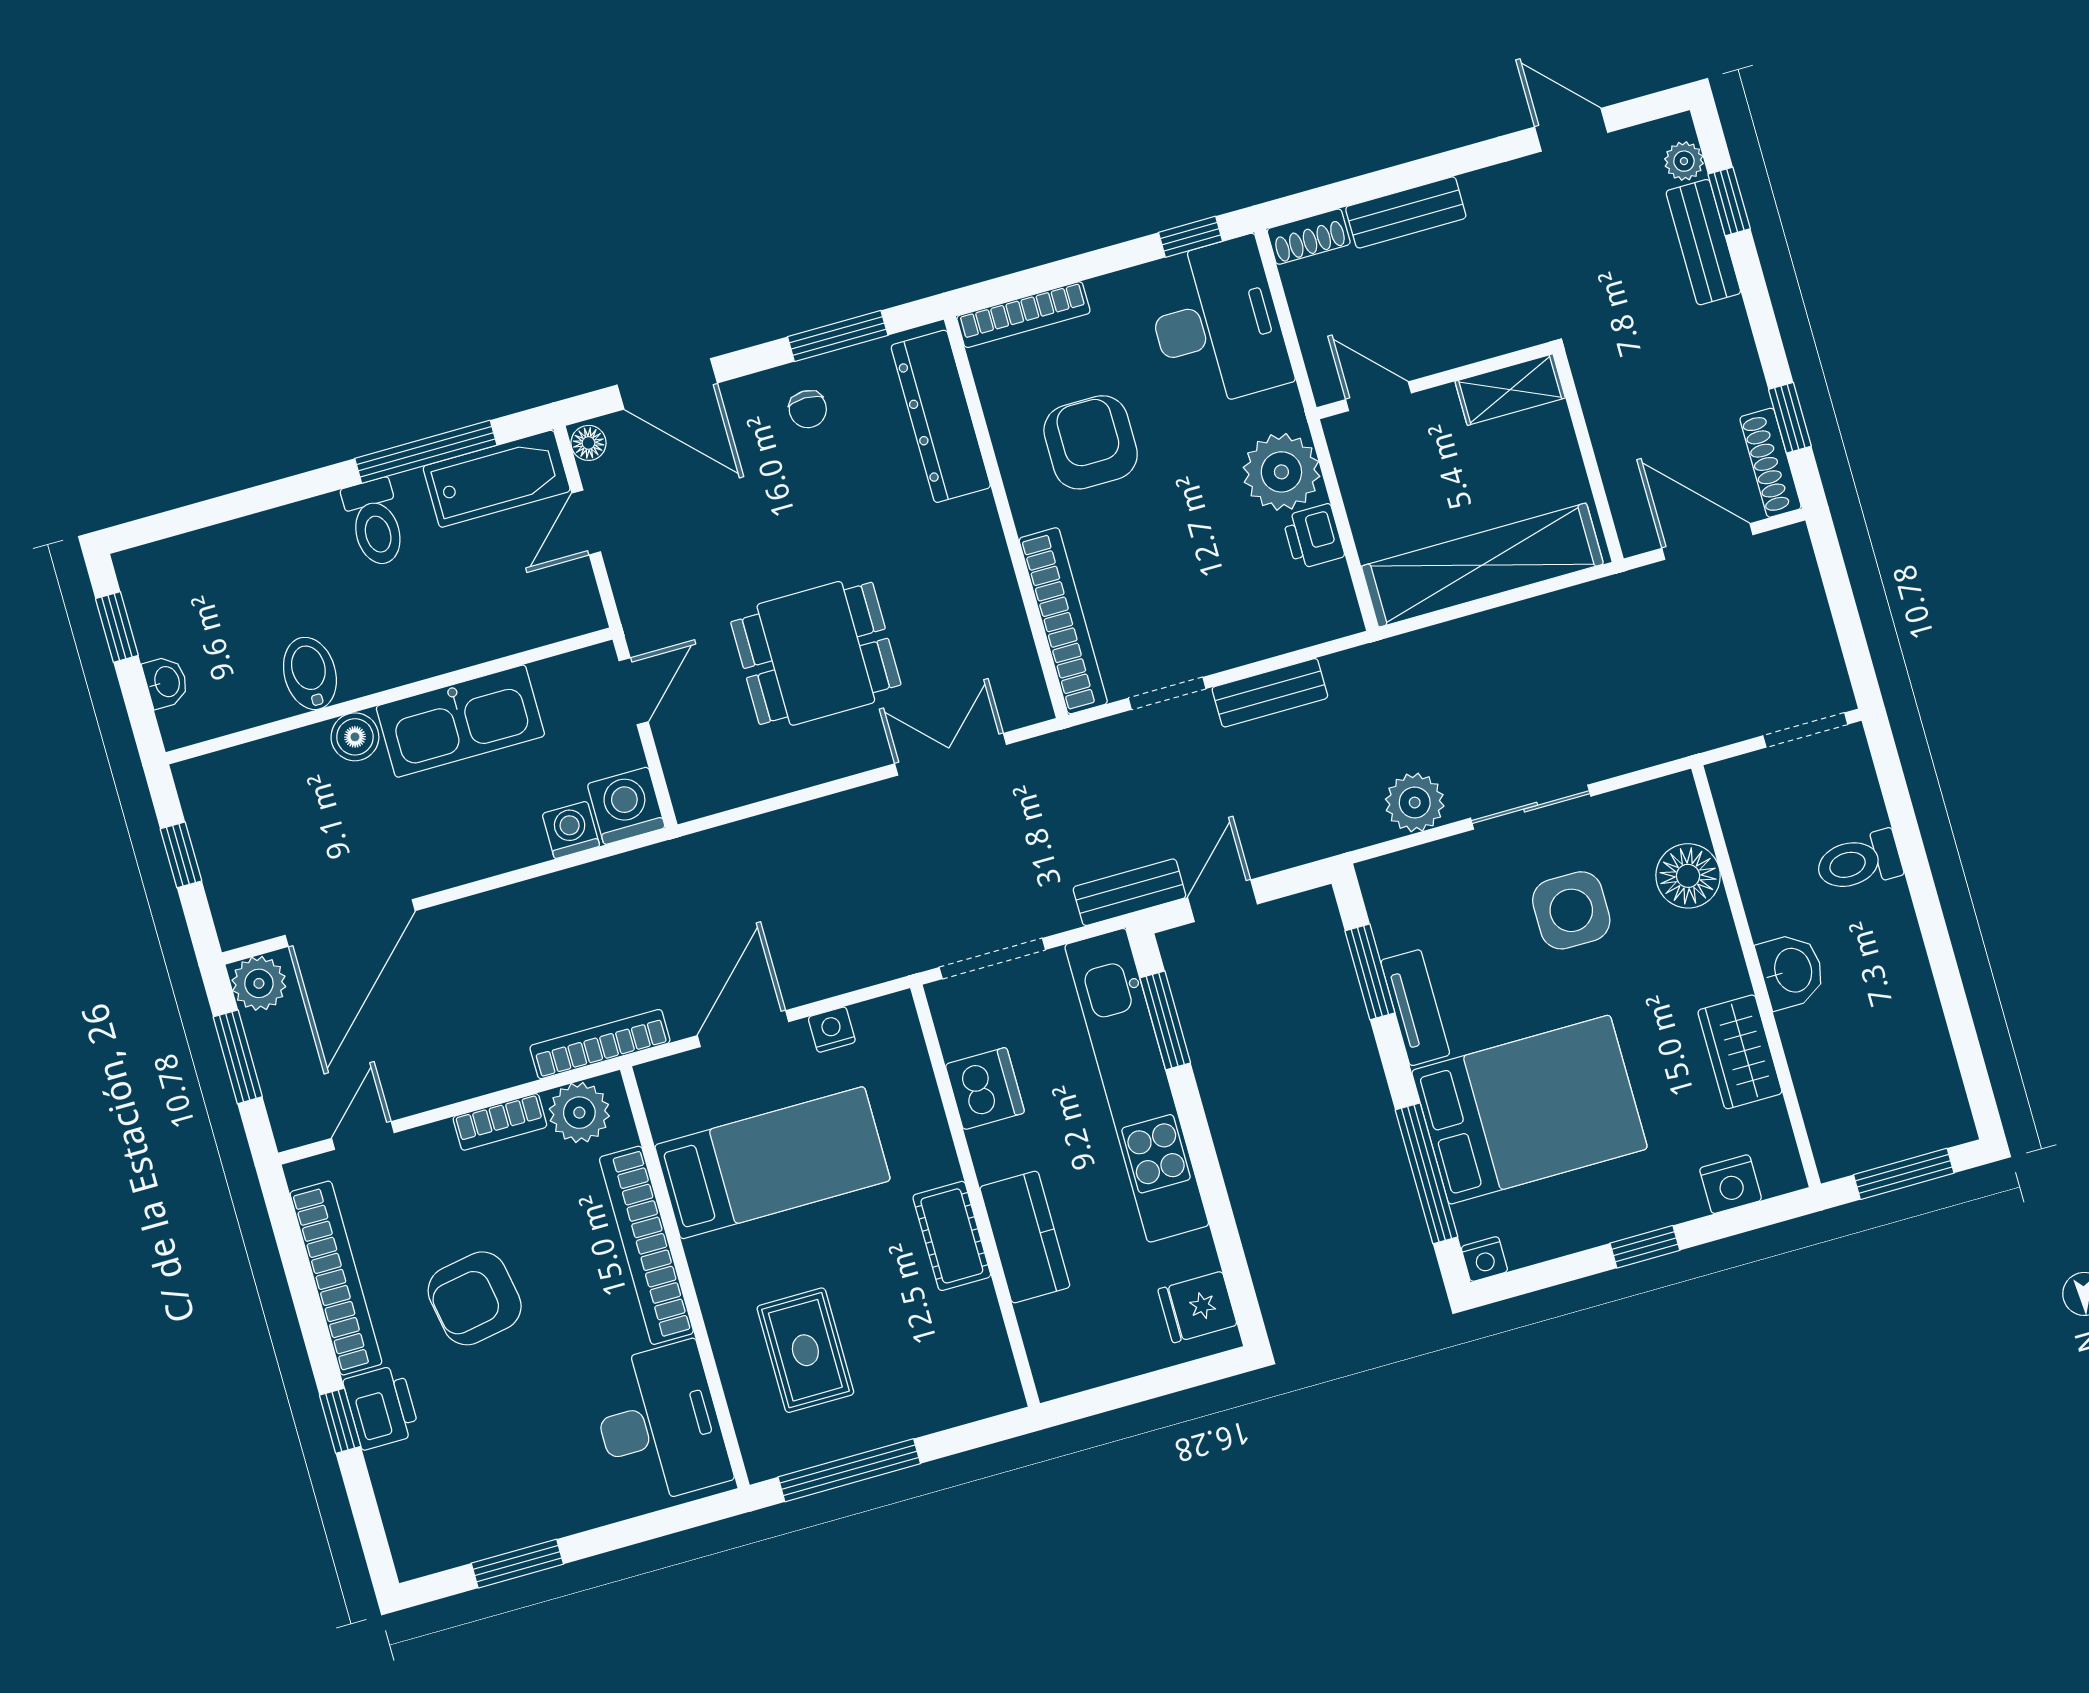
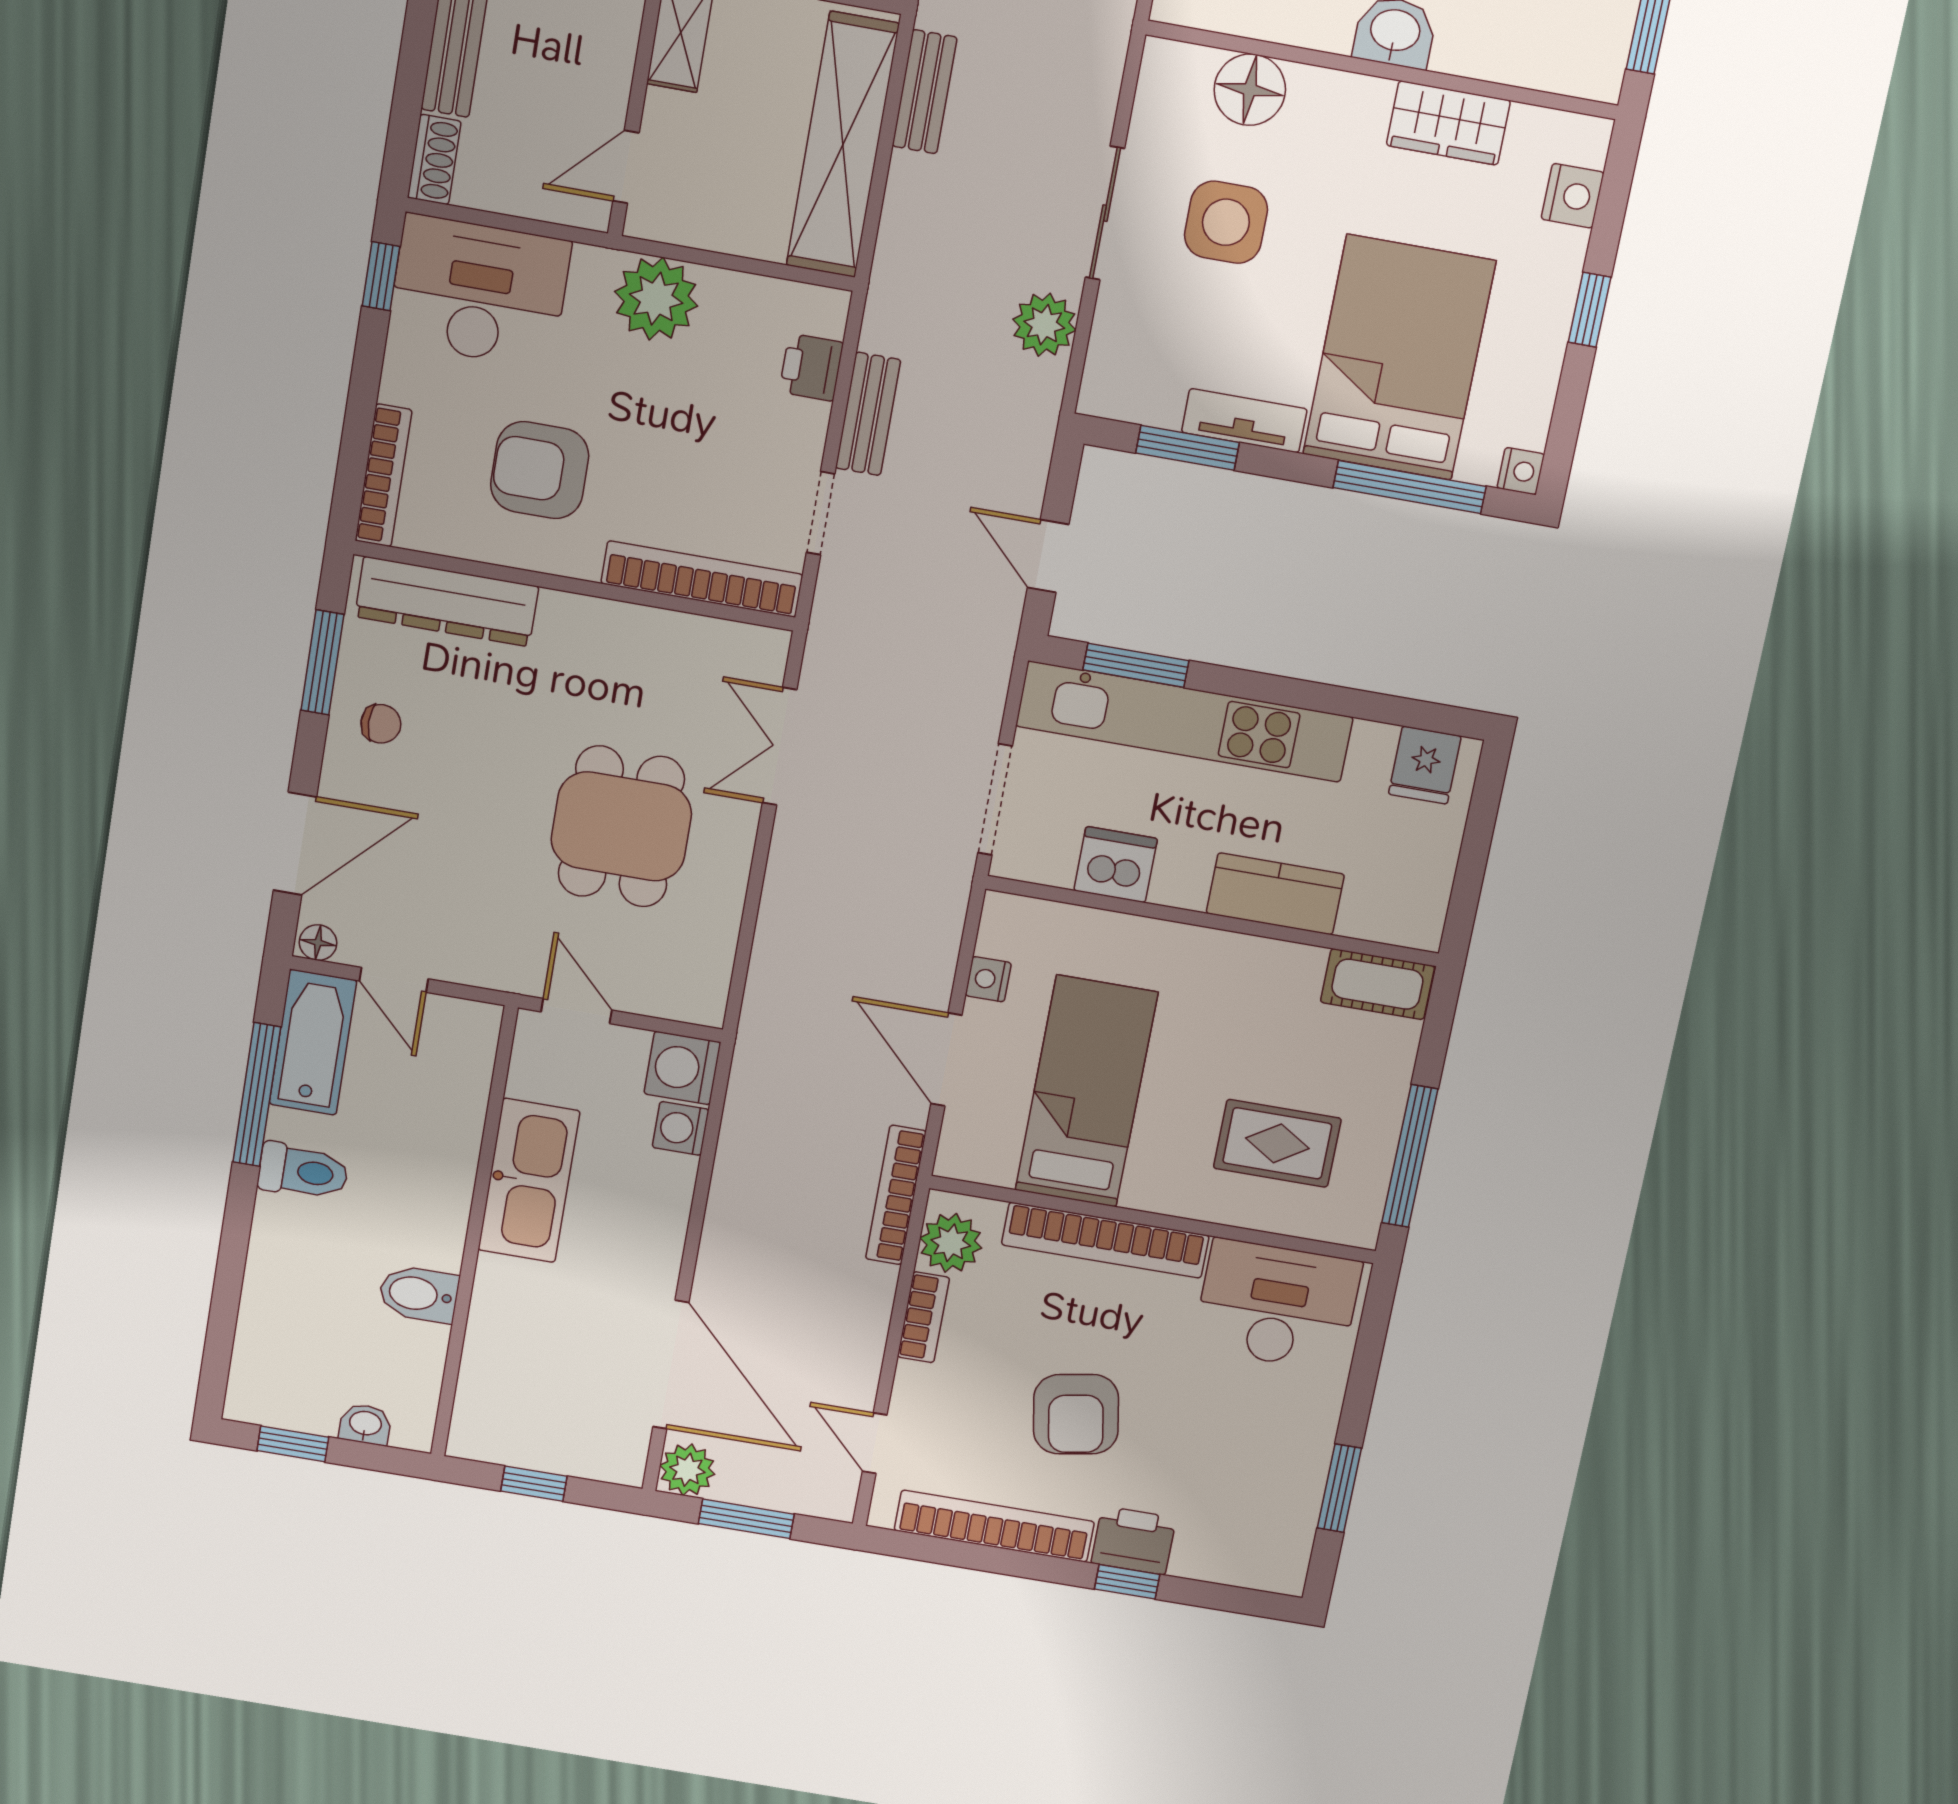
printer: (1313, 536) -> (811, 367), moved, turned 90
boiler: (355, 737) -> (498, 1281), removed
bench: (1129, 892) -> (925, 92), moved
cot: (952, 1236) -> (1377, 984), moved

